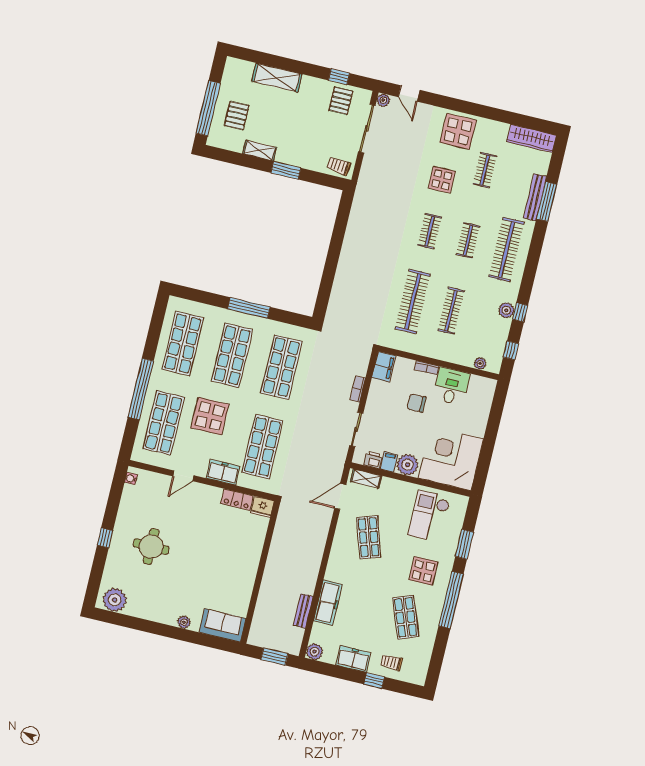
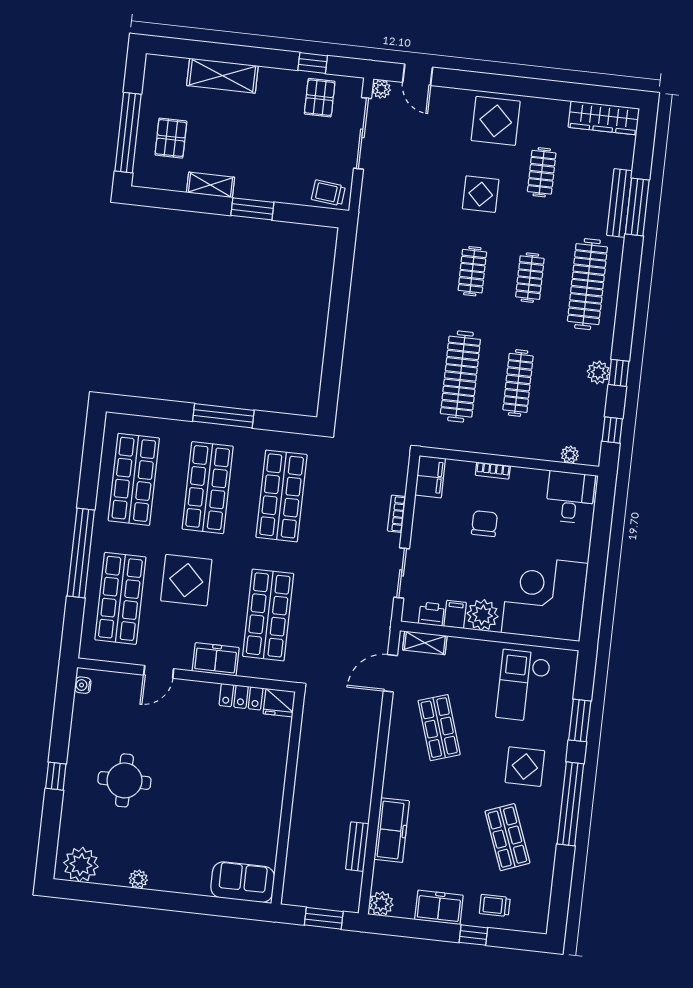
desk: (451, 386) -> (570, 497), moved
chair: (417, 403) -> (484, 524), turned 90
plant: (184, 622) -> (138, 879), moved

